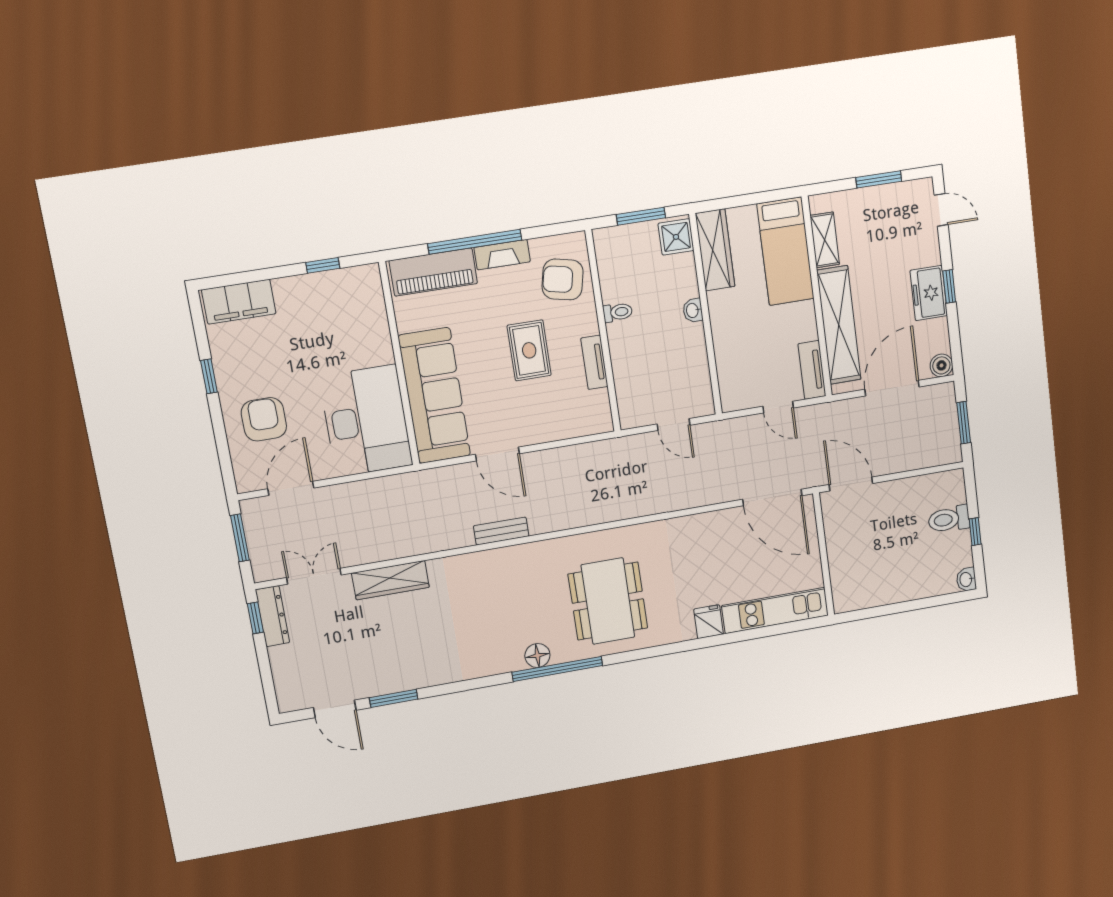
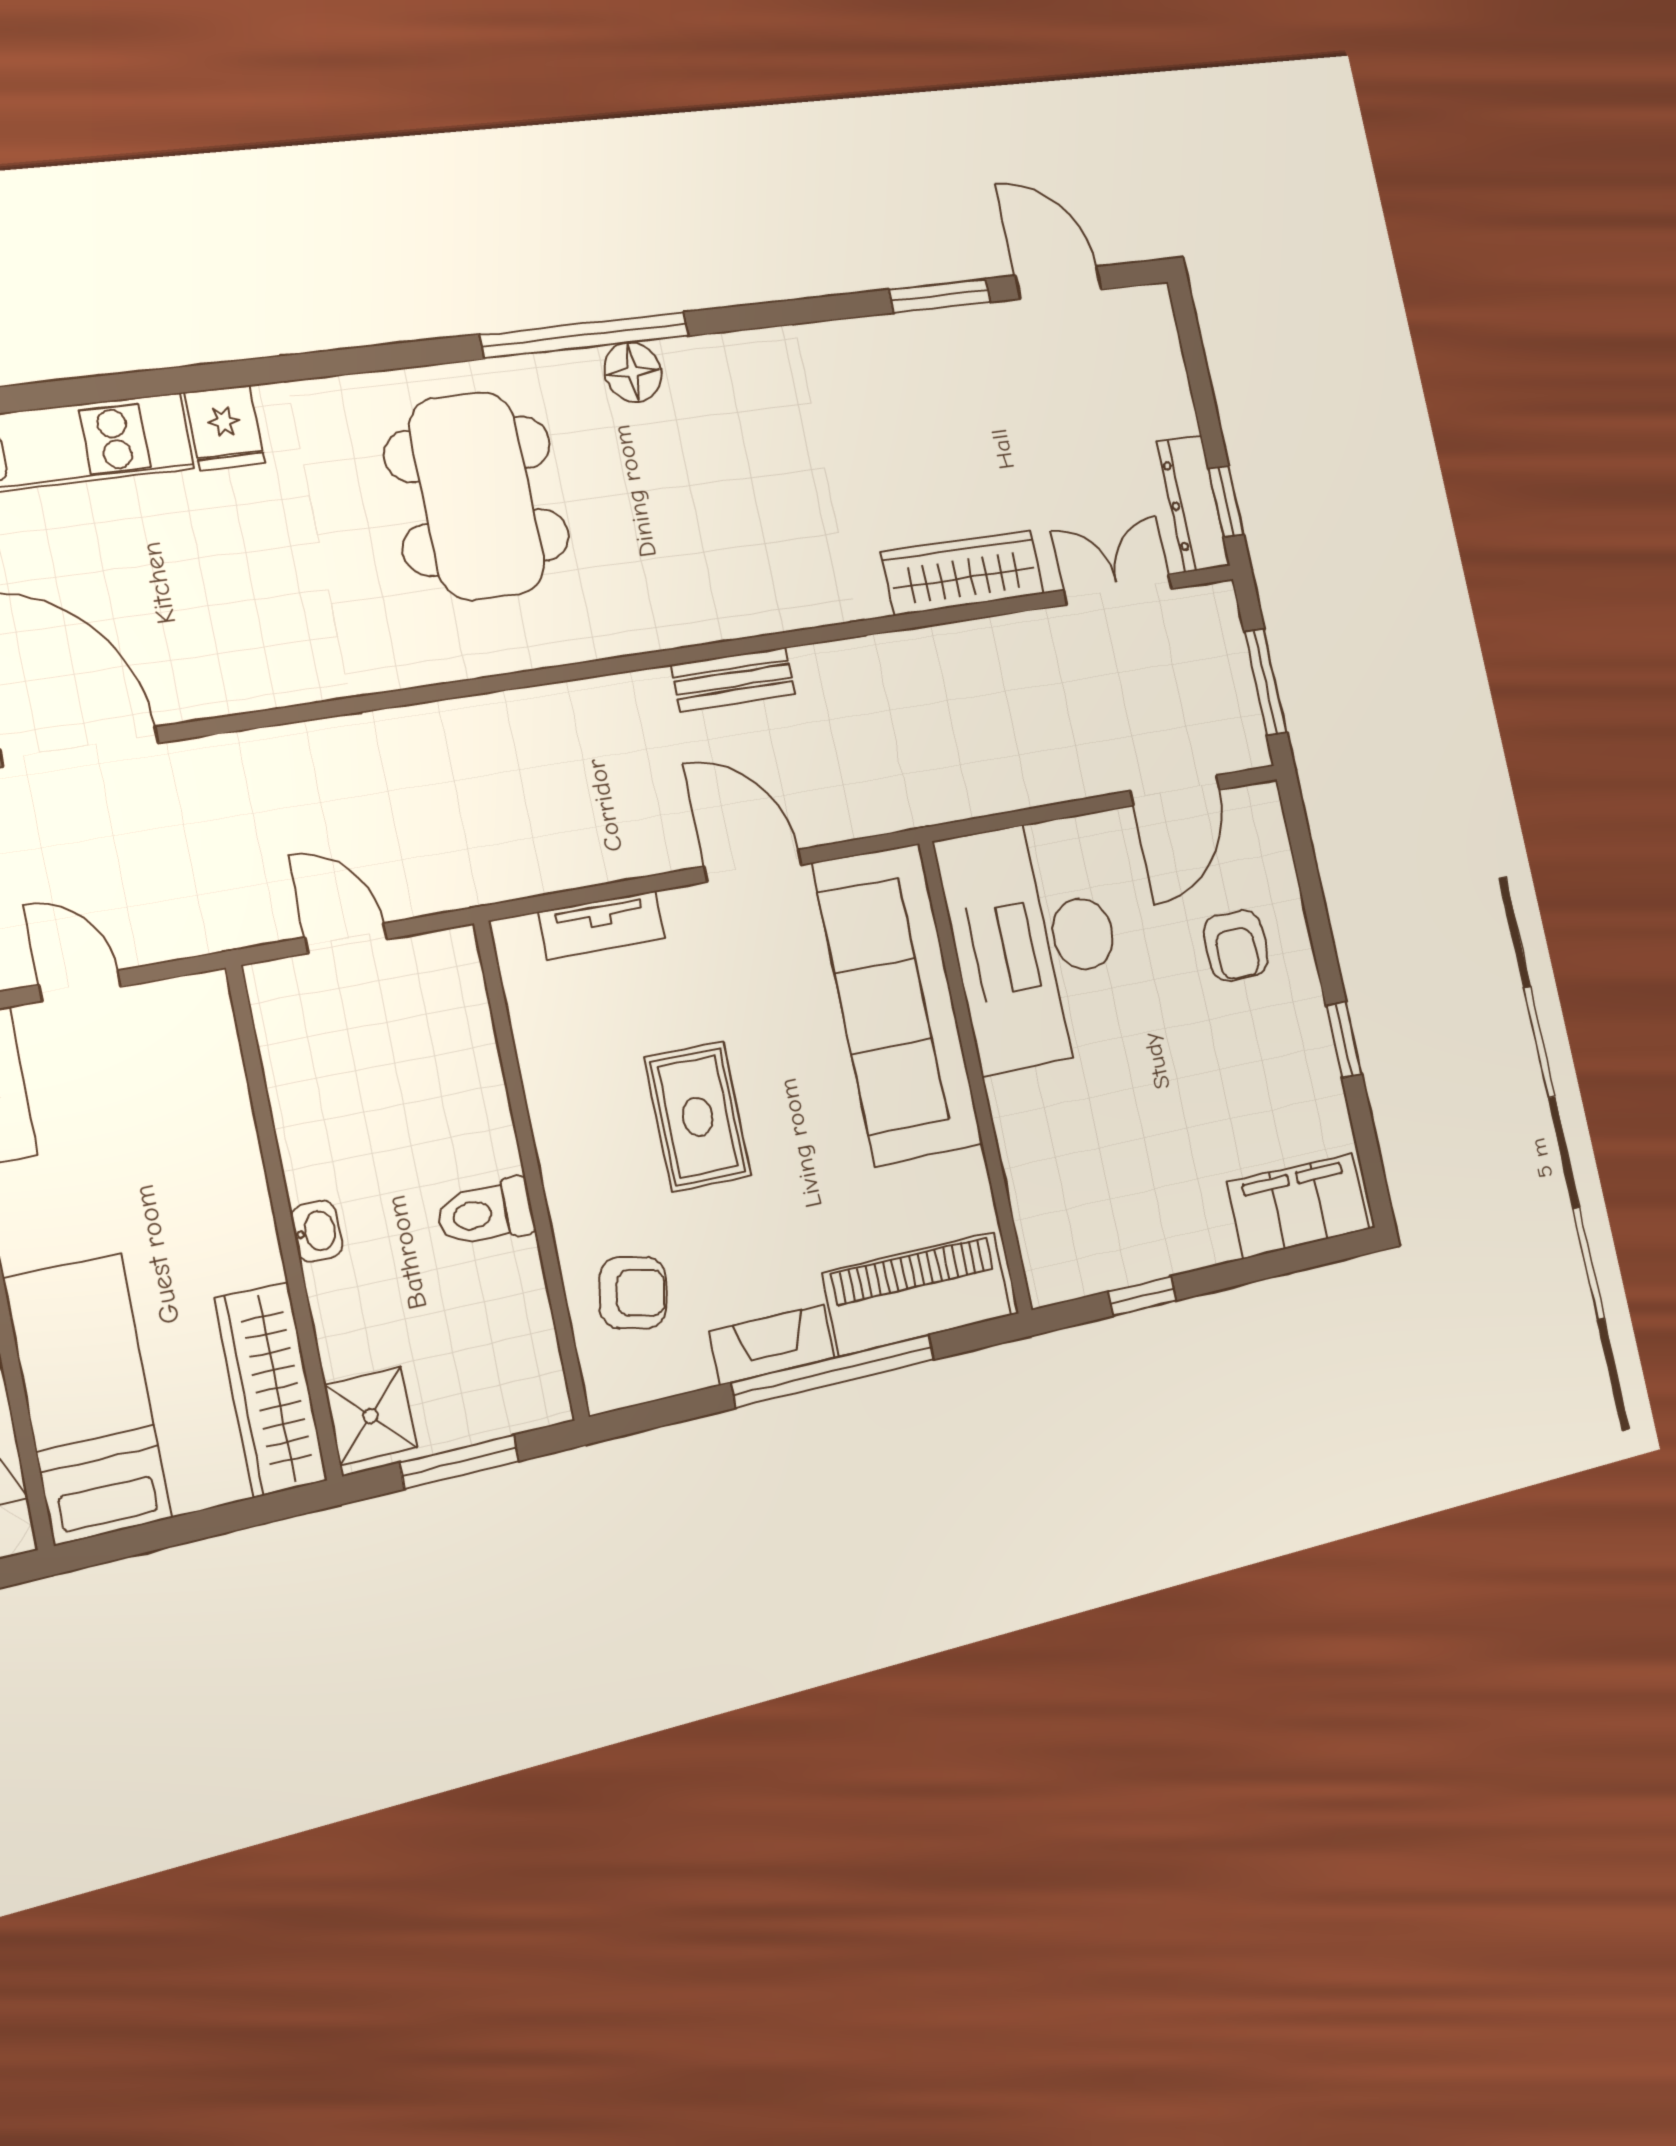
armchair: (563, 279) -> (633, 1293), width x0.72, depth x0.72
toilet: (618, 312) -> (485, 1213), width x1.37, depth x1.39
tv unit: (594, 362) -> (602, 925), moved, turned 90
armchair: (264, 419) -> (1236, 946), width x0.72, depth x0.72
double door: (314, 576) -> (1118, 589), swing flipped

